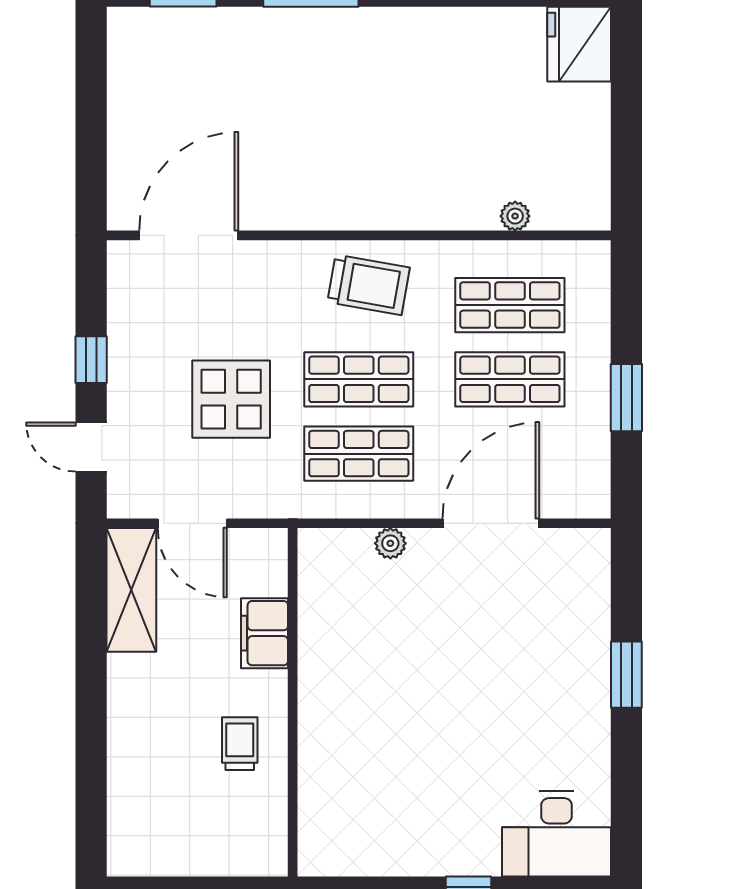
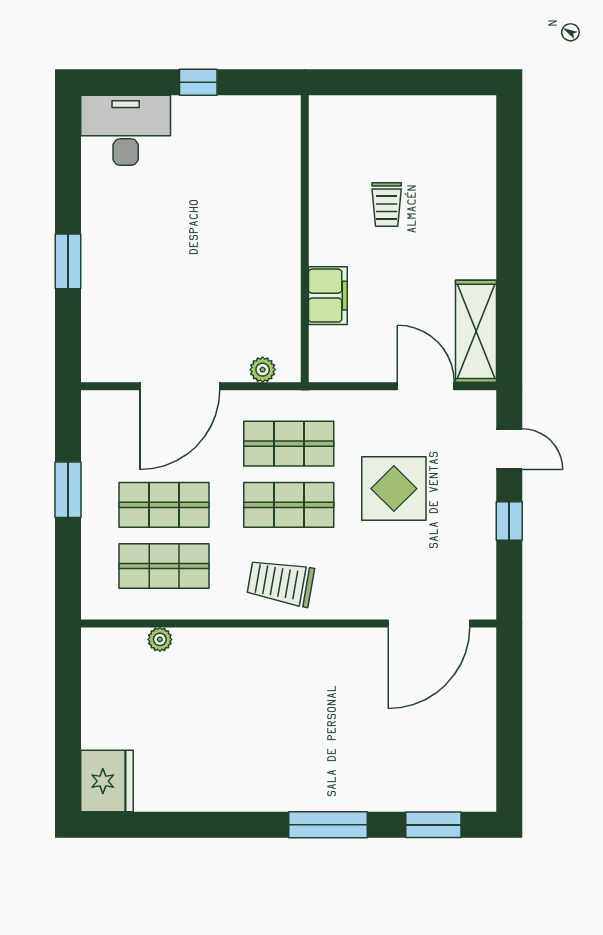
filing cabinet: (265, 633) -> (328, 296), moved
wall: (293, 702) -> (305, 239), moved

